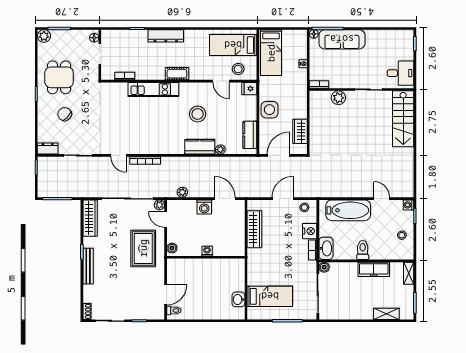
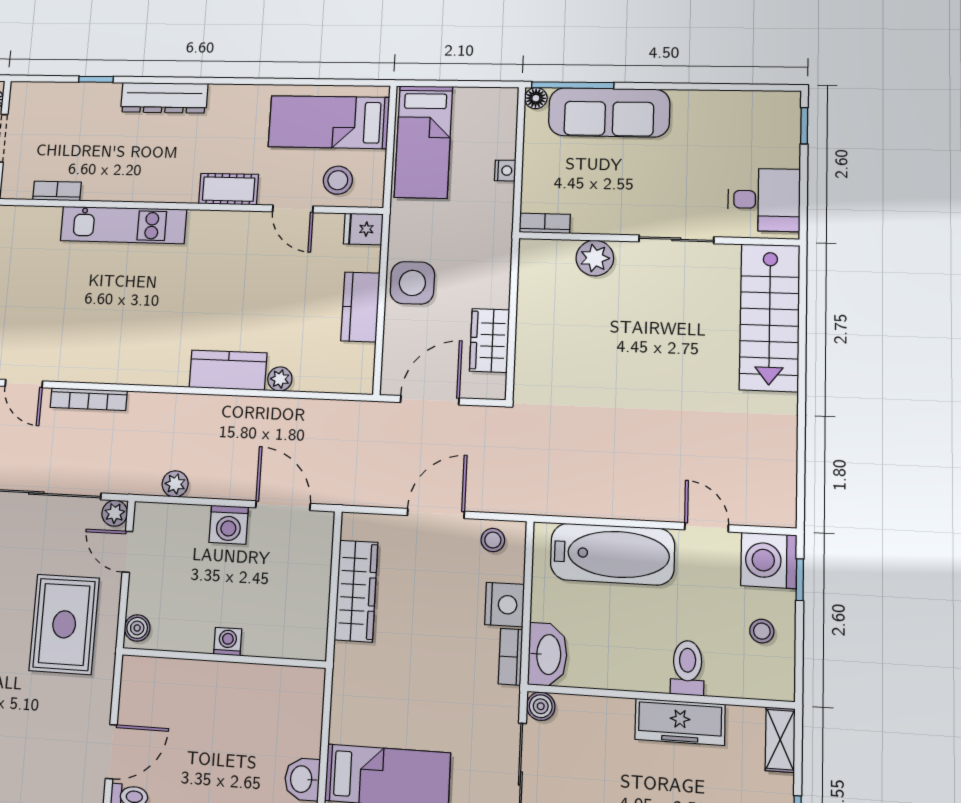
cot: (177, 74) -> (229, 189), moved
stool: (198, 114) -> (228, 288), removed
kitchen counter: (250, 135) -> (360, 307), moved
washing machine: (409, 205) -> (769, 560), width x1.89, depth x1.89
toilet: (363, 250) -> (687, 668), moved

